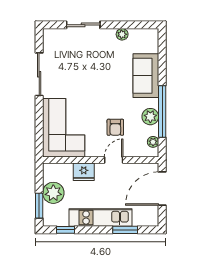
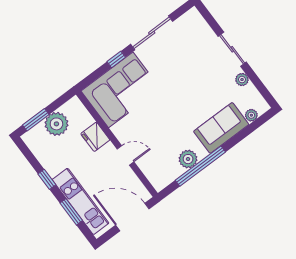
sliding door: (83, 25) -> (232, 49), moved
window: (39, 114) -> (116, 59), added
armchair: (115, 127) -> (155, 135), removed
plant: (153, 142) -> (251, 115), moved
kitchen unit: (100, 218) -> (81, 201), moved
window: (66, 230) -> (47, 179), moved

